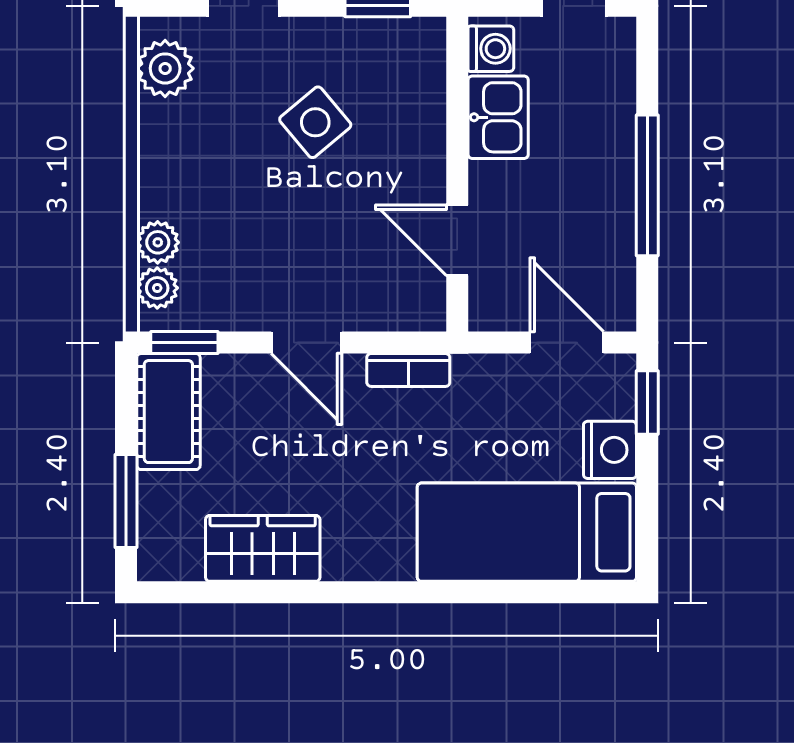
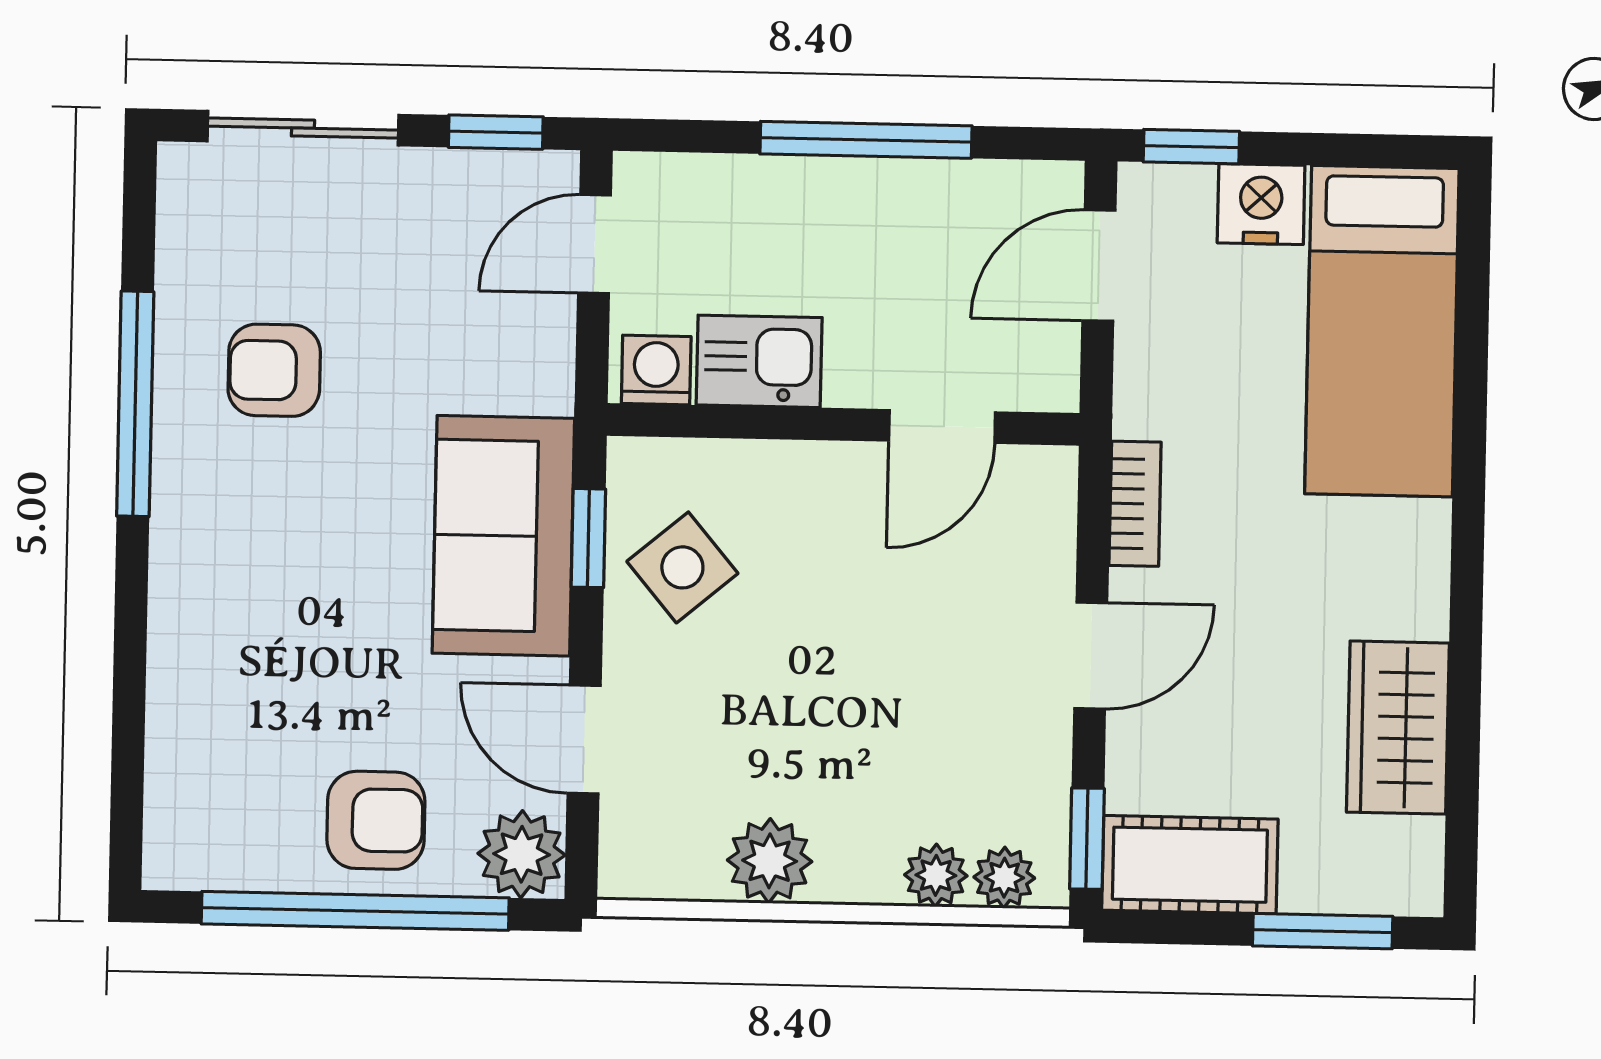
plant: (165, 68) -> (770, 861), moved
side table: (315, 122) -> (682, 567), moved

